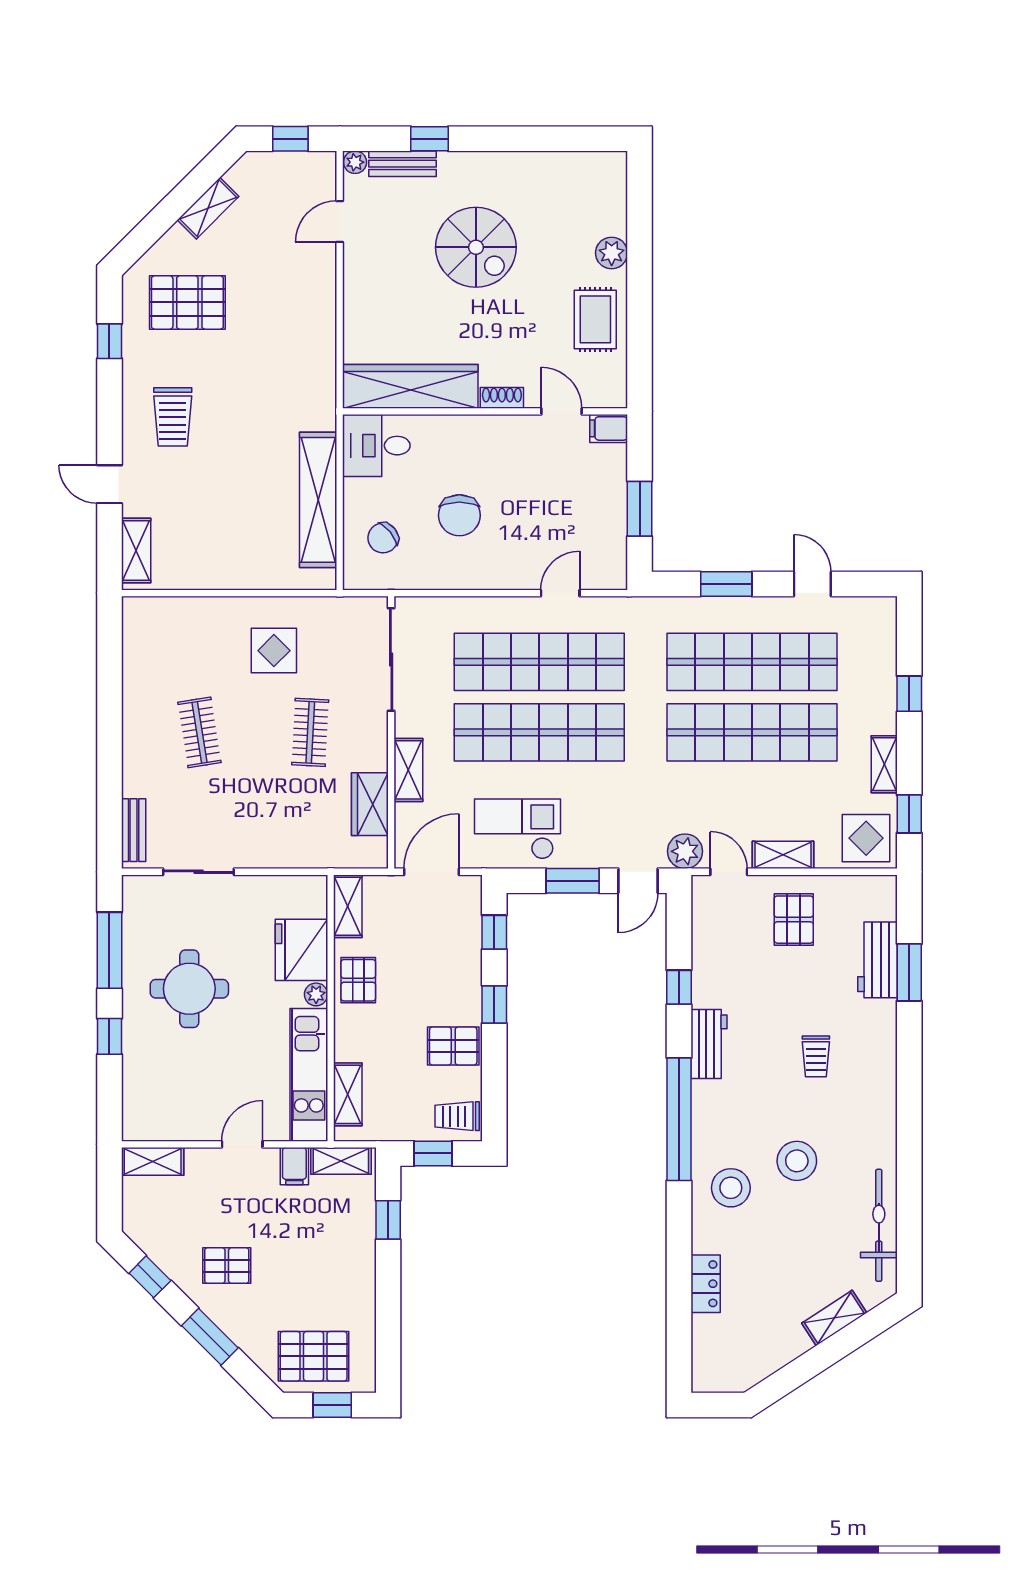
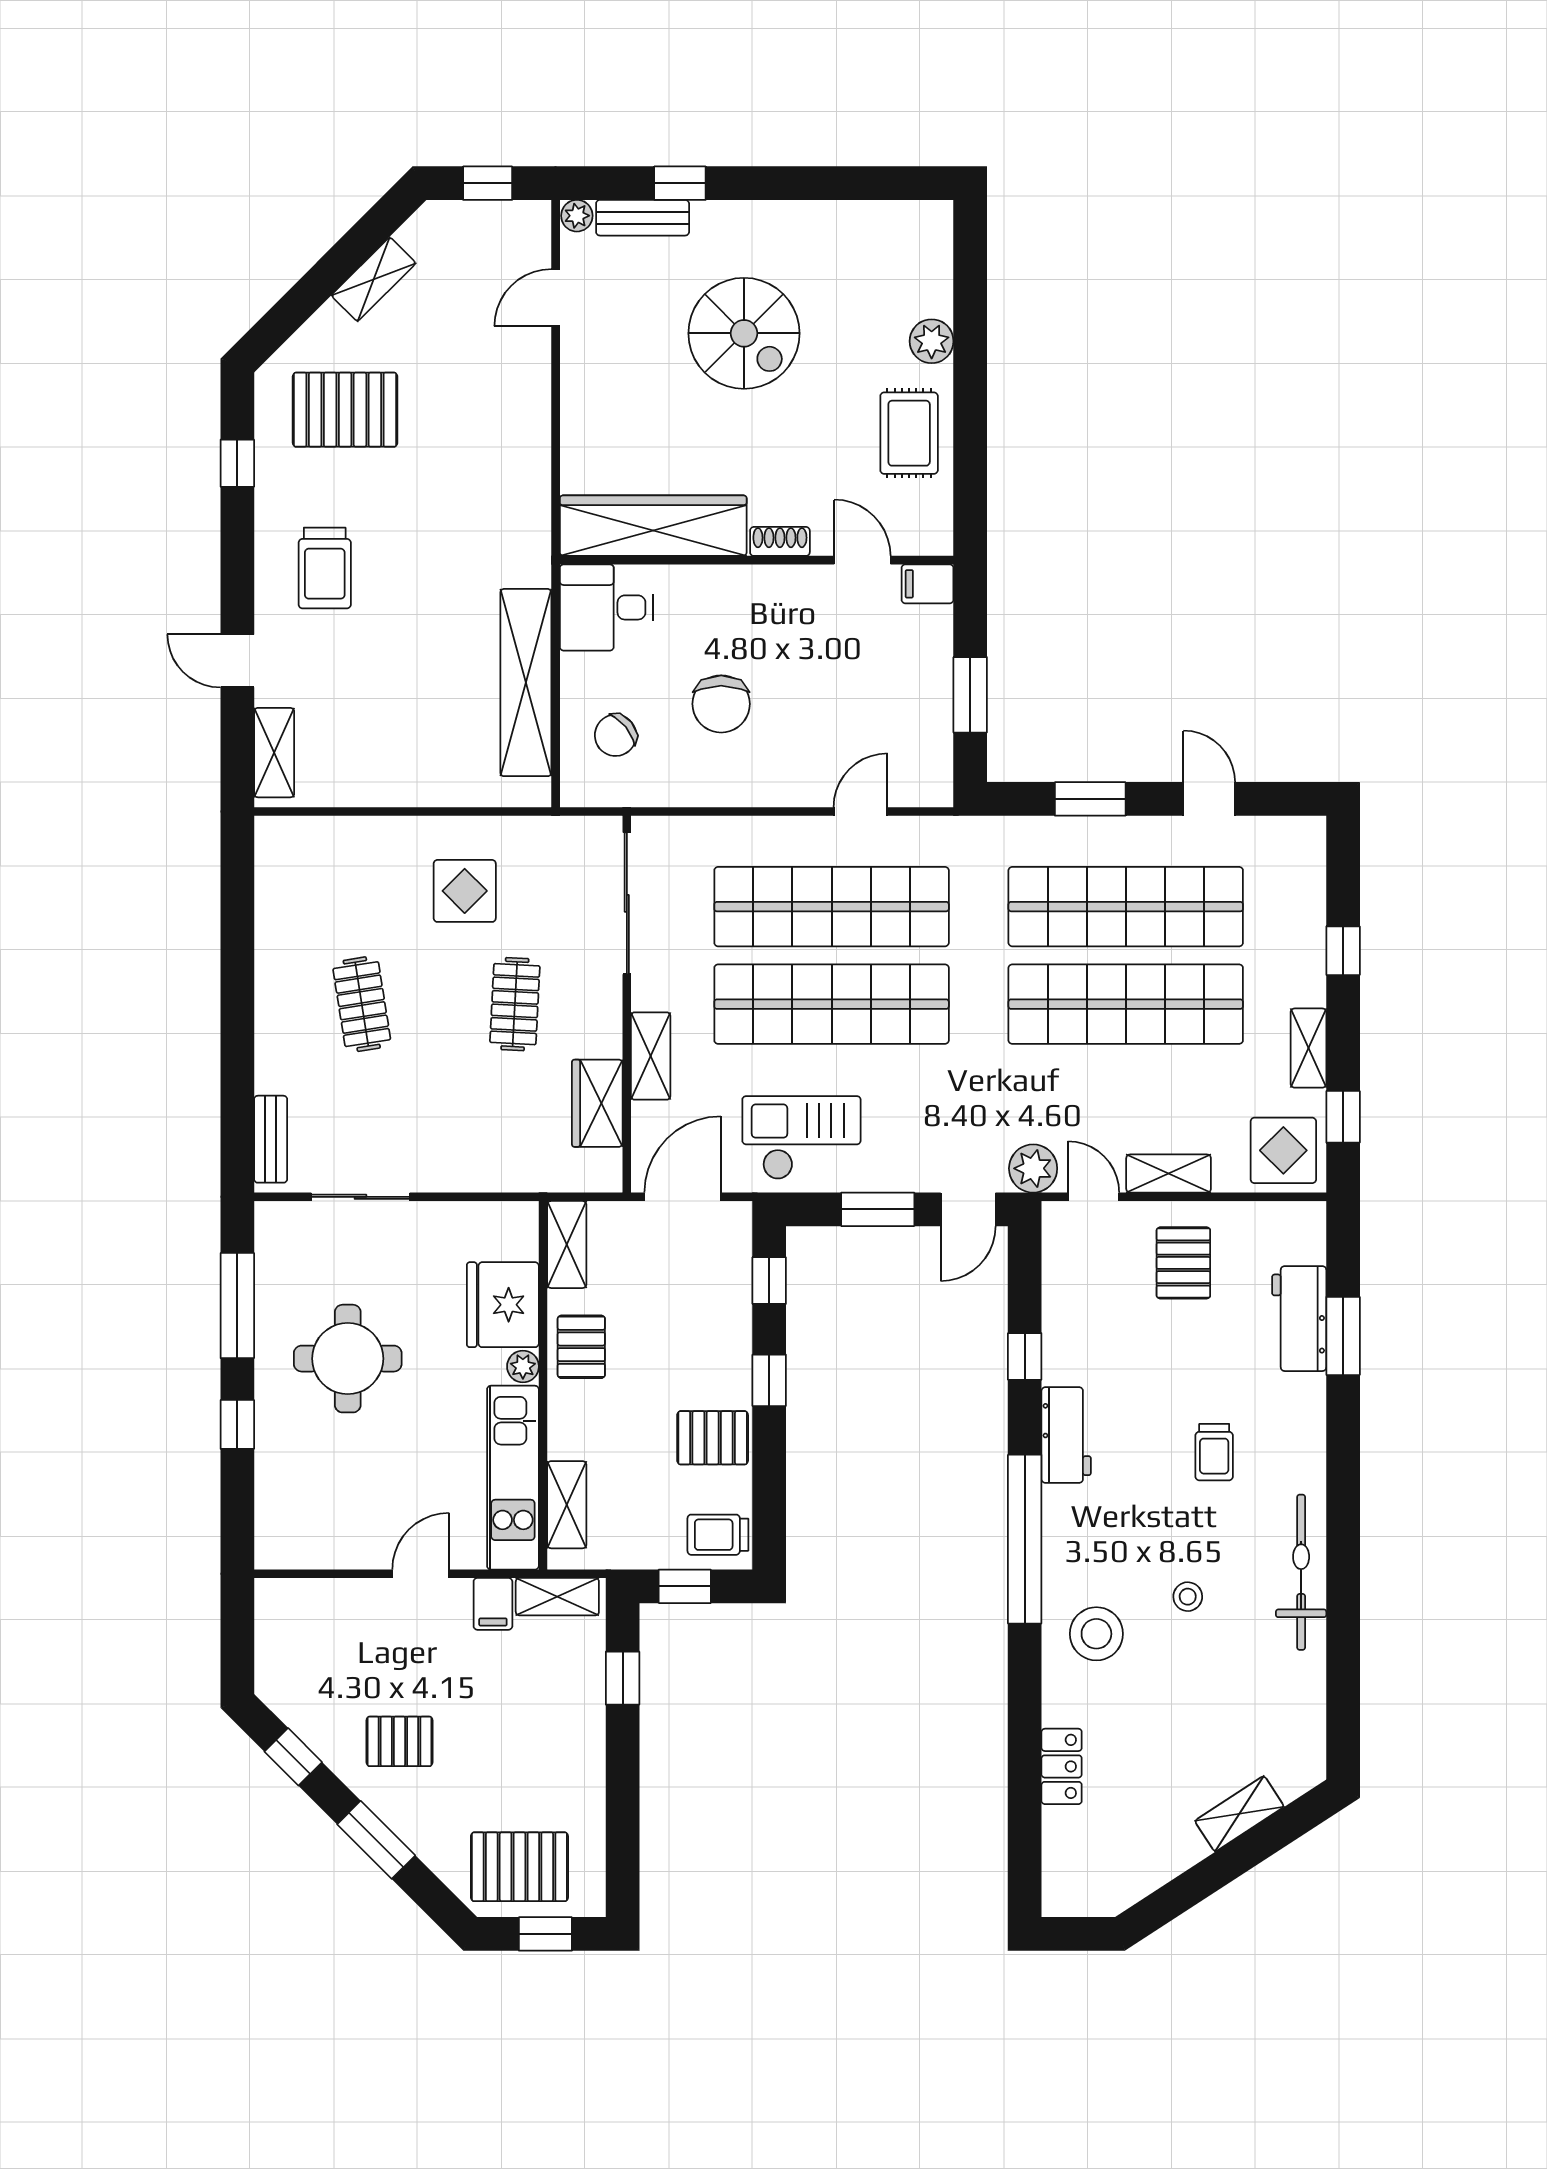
shelving: (153, 1161) -> (297, 1597), removed
stool: (797, 1161) -> (1188, 1597), width x0.53, depth x0.53
bicycle: (879, 1225) -> (1301, 1572), moved

